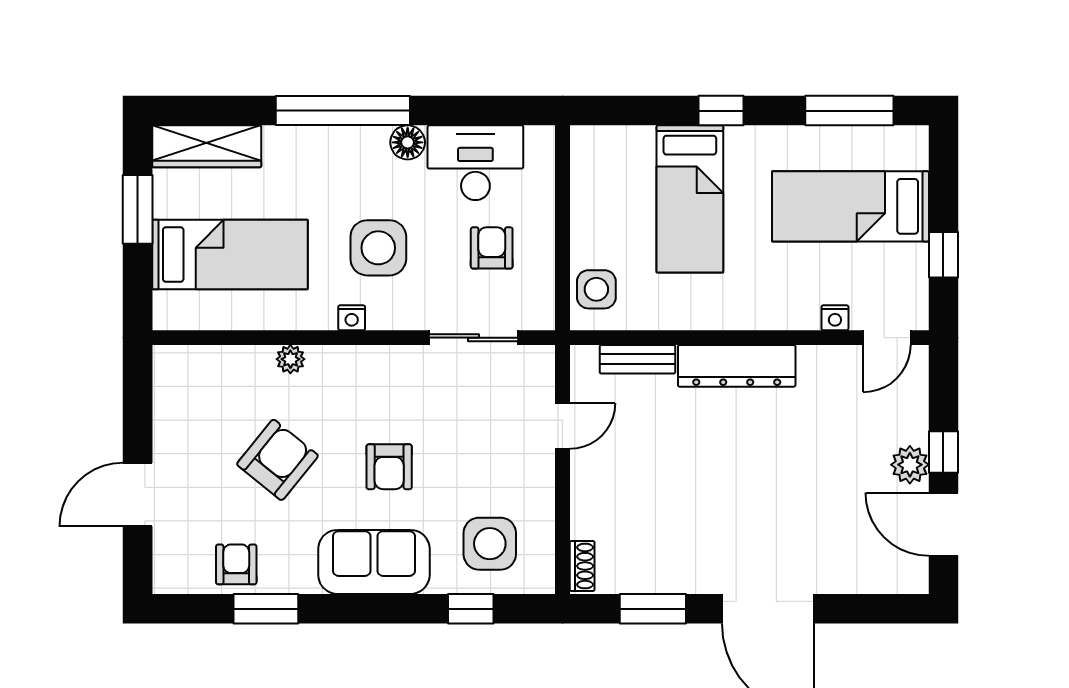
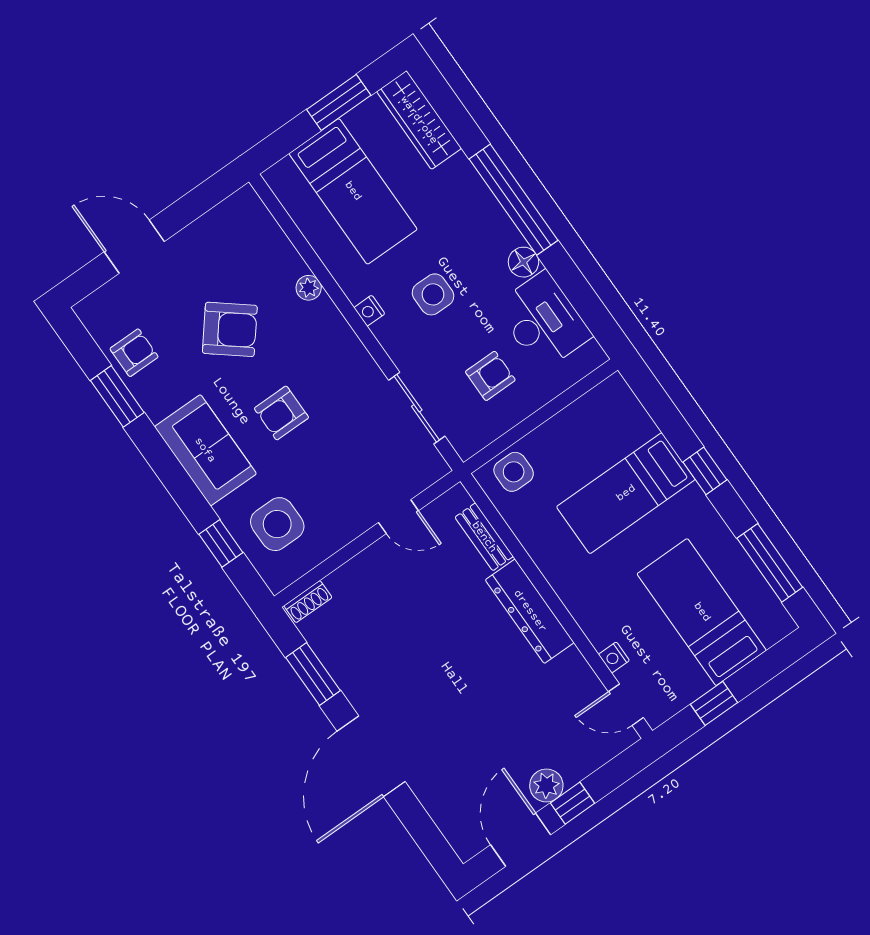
side table: (378, 248) -> (433, 294), width x0.73, depth x0.73

